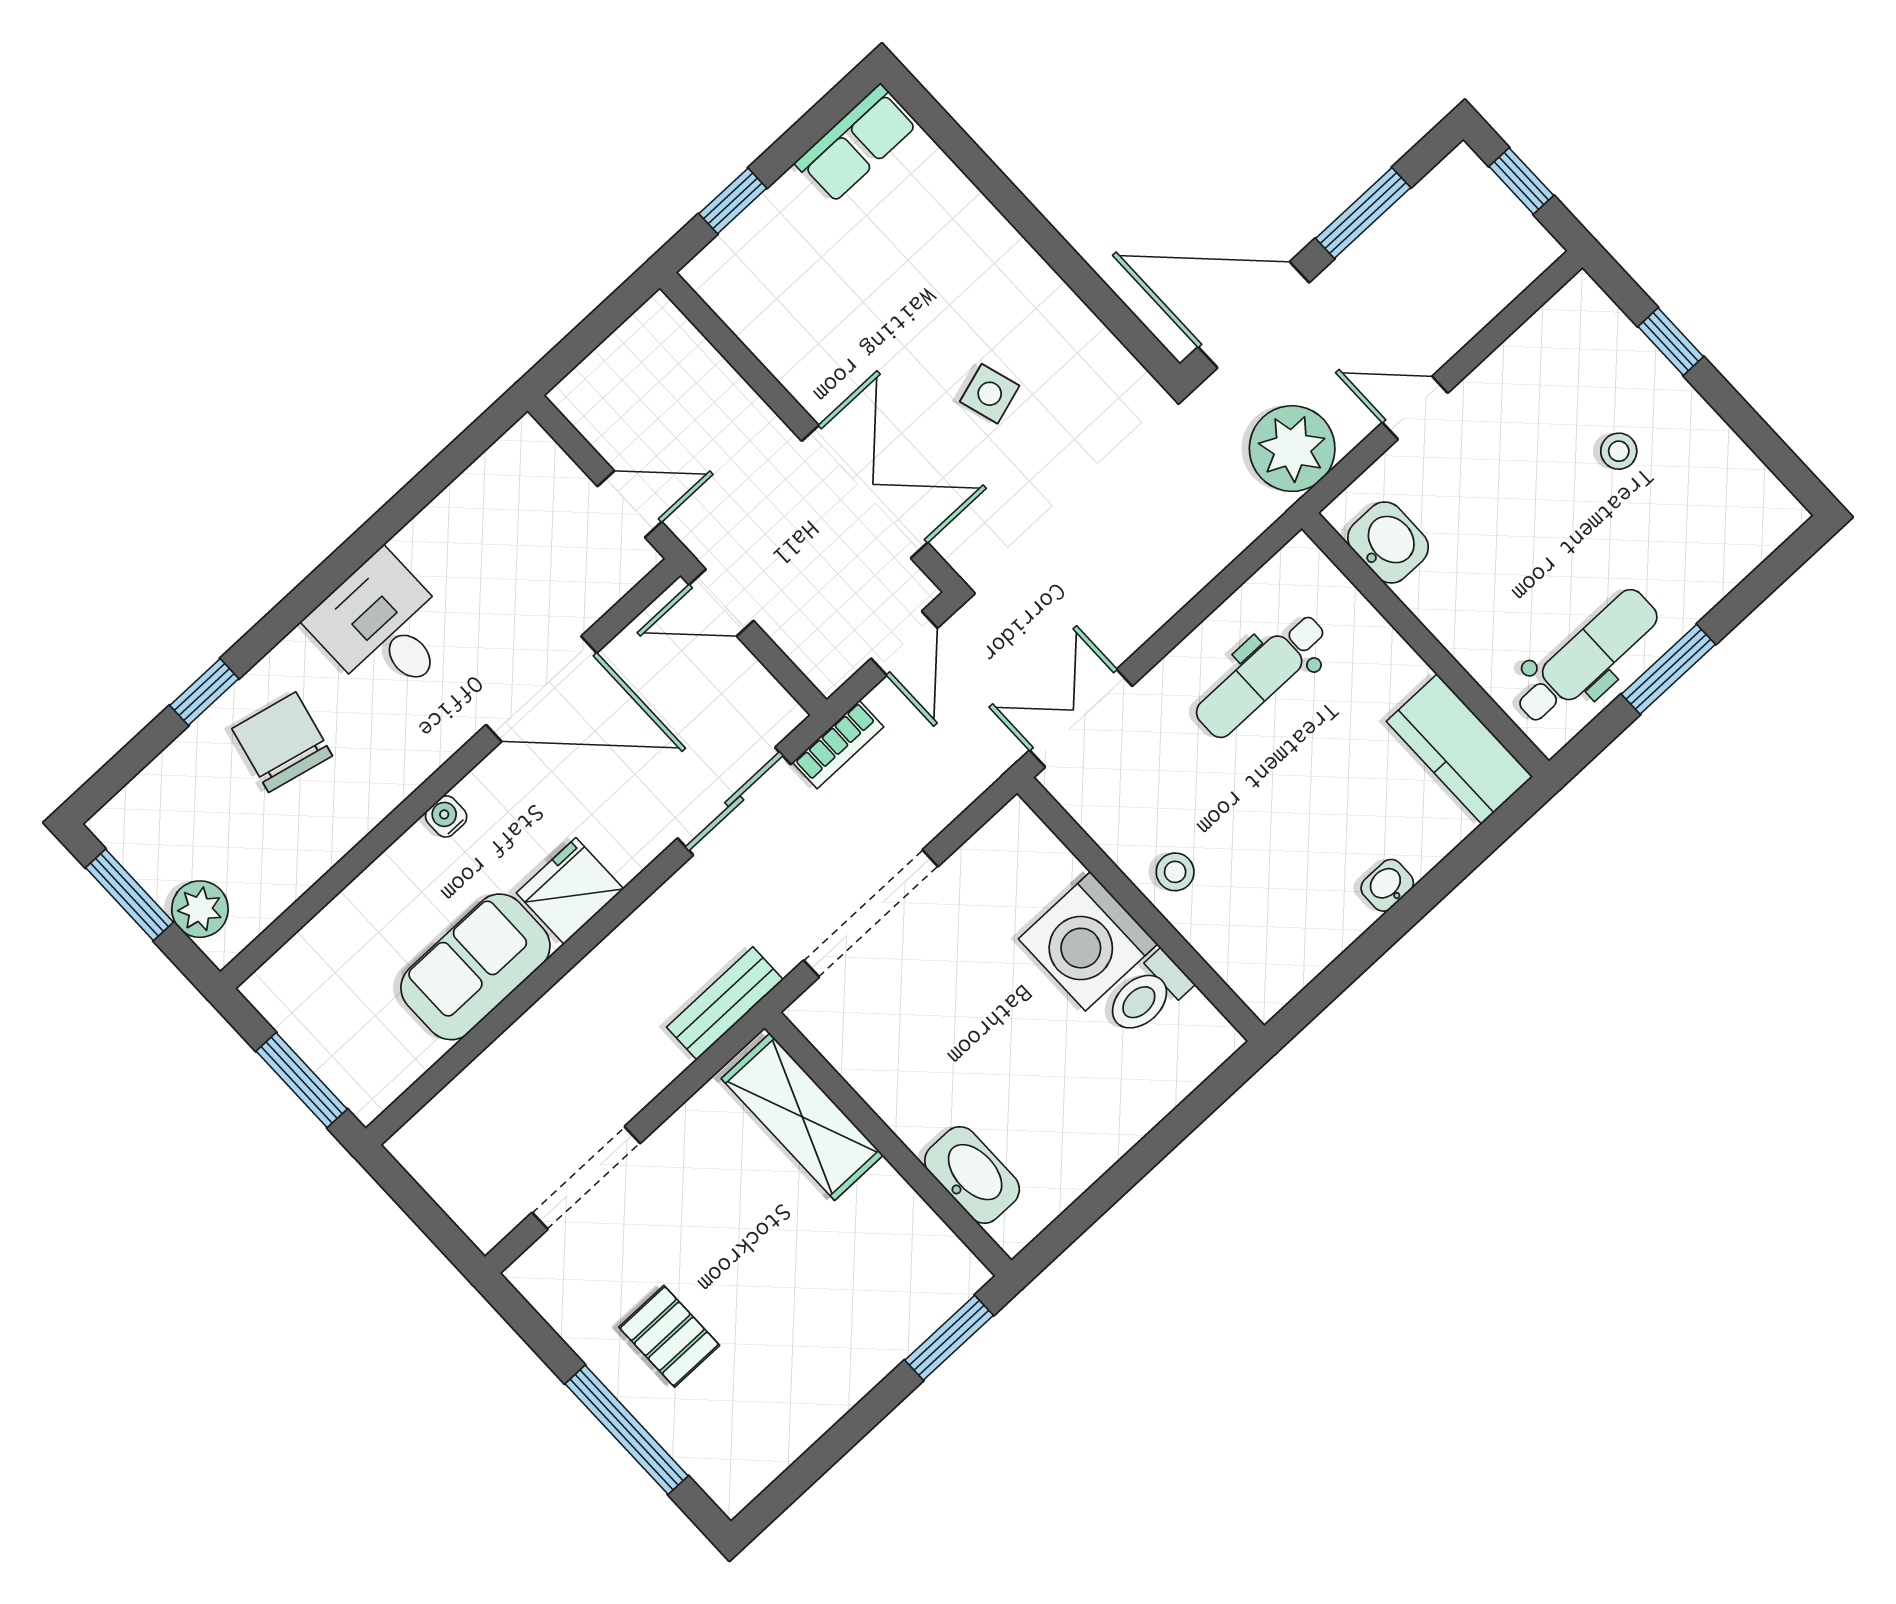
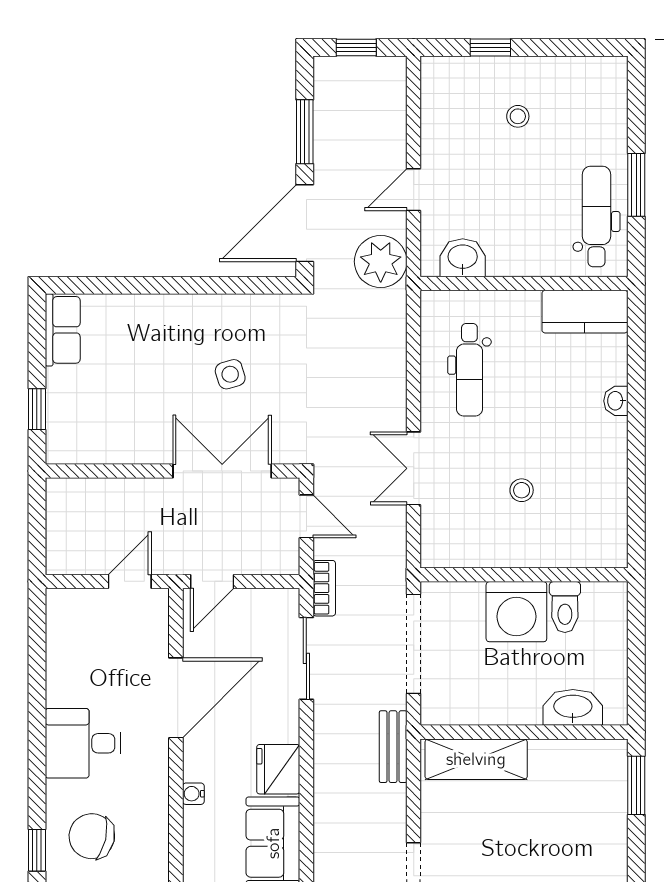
wall: (1141, 909) -> (524, 575), moved
washing machine: (1088, 941) -> (516, 612), moved
toilet: (1147, 994) -> (565, 607), moved

